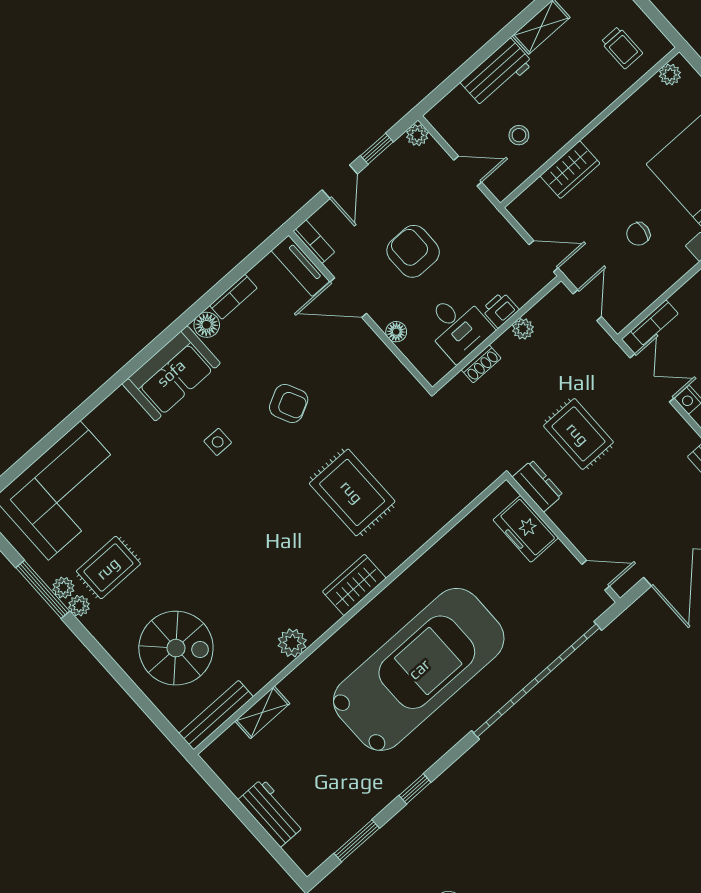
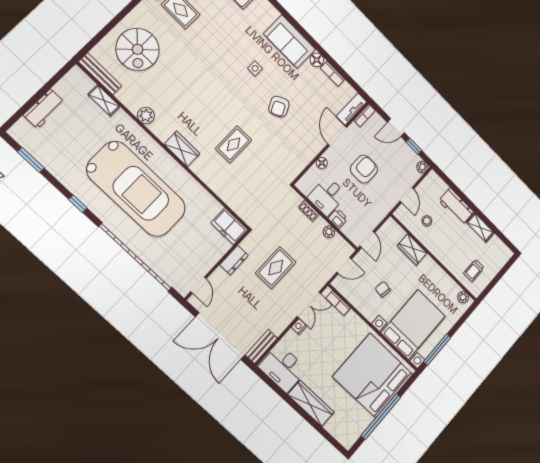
dresser: (538, 486) -> (234, 260), moved
rug: (352, 492) -> (234, 144), width x0.73, depth x0.70
freezer: (526, 529) -> (229, 226), moved, turned -90
window: (415, 789) -> (78, 204), moved

